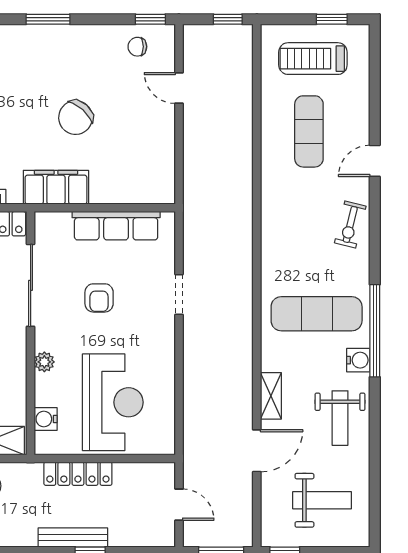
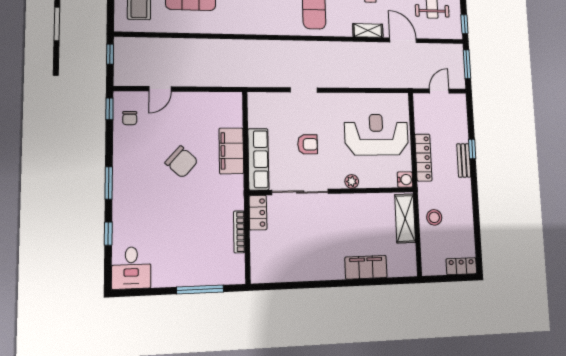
filing cabinet: (56, 187) -> (231, 151), moved
row of seats: (116, 226) -> (258, 159), moved
water cooler: (46, 419) -> (405, 180), moved, turned -90
bench: (73, 538) -> (464, 160), width x0.73

